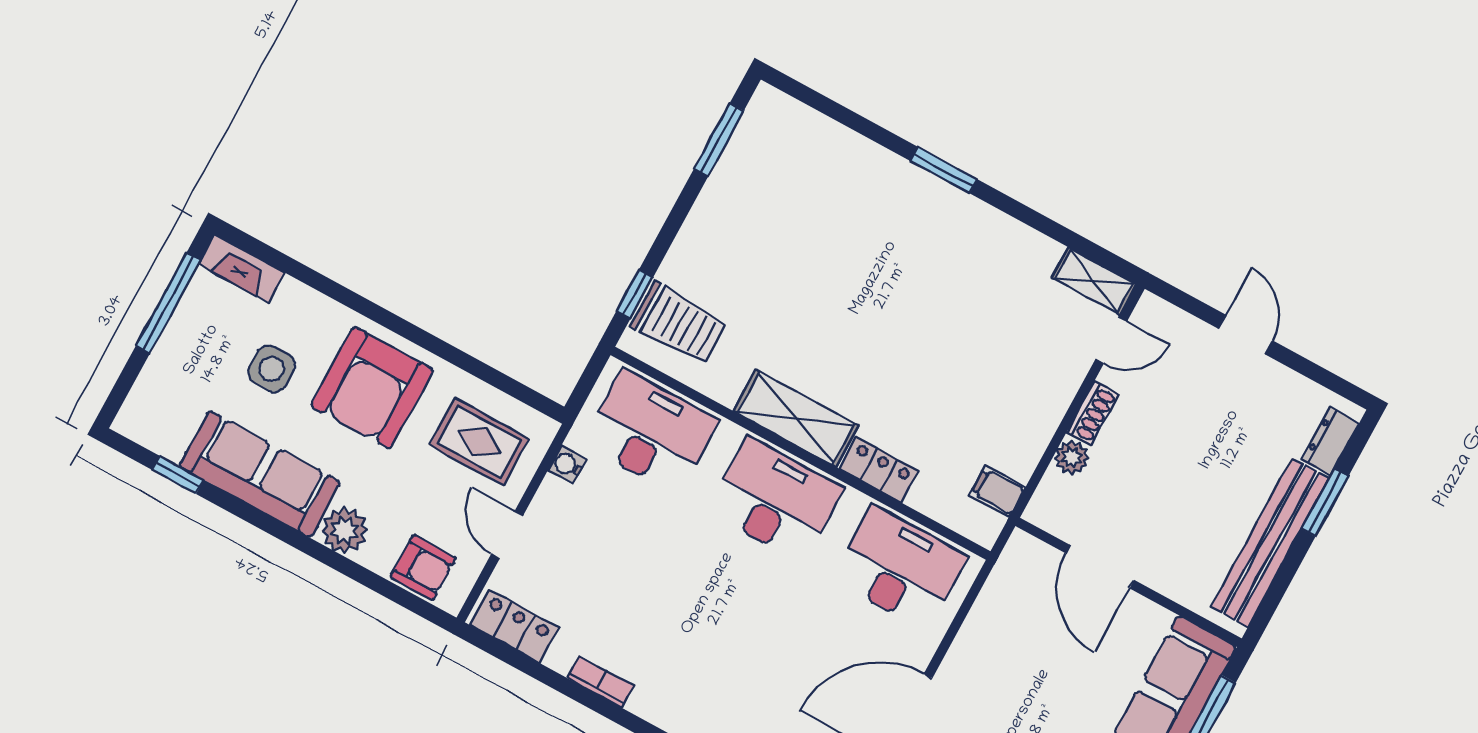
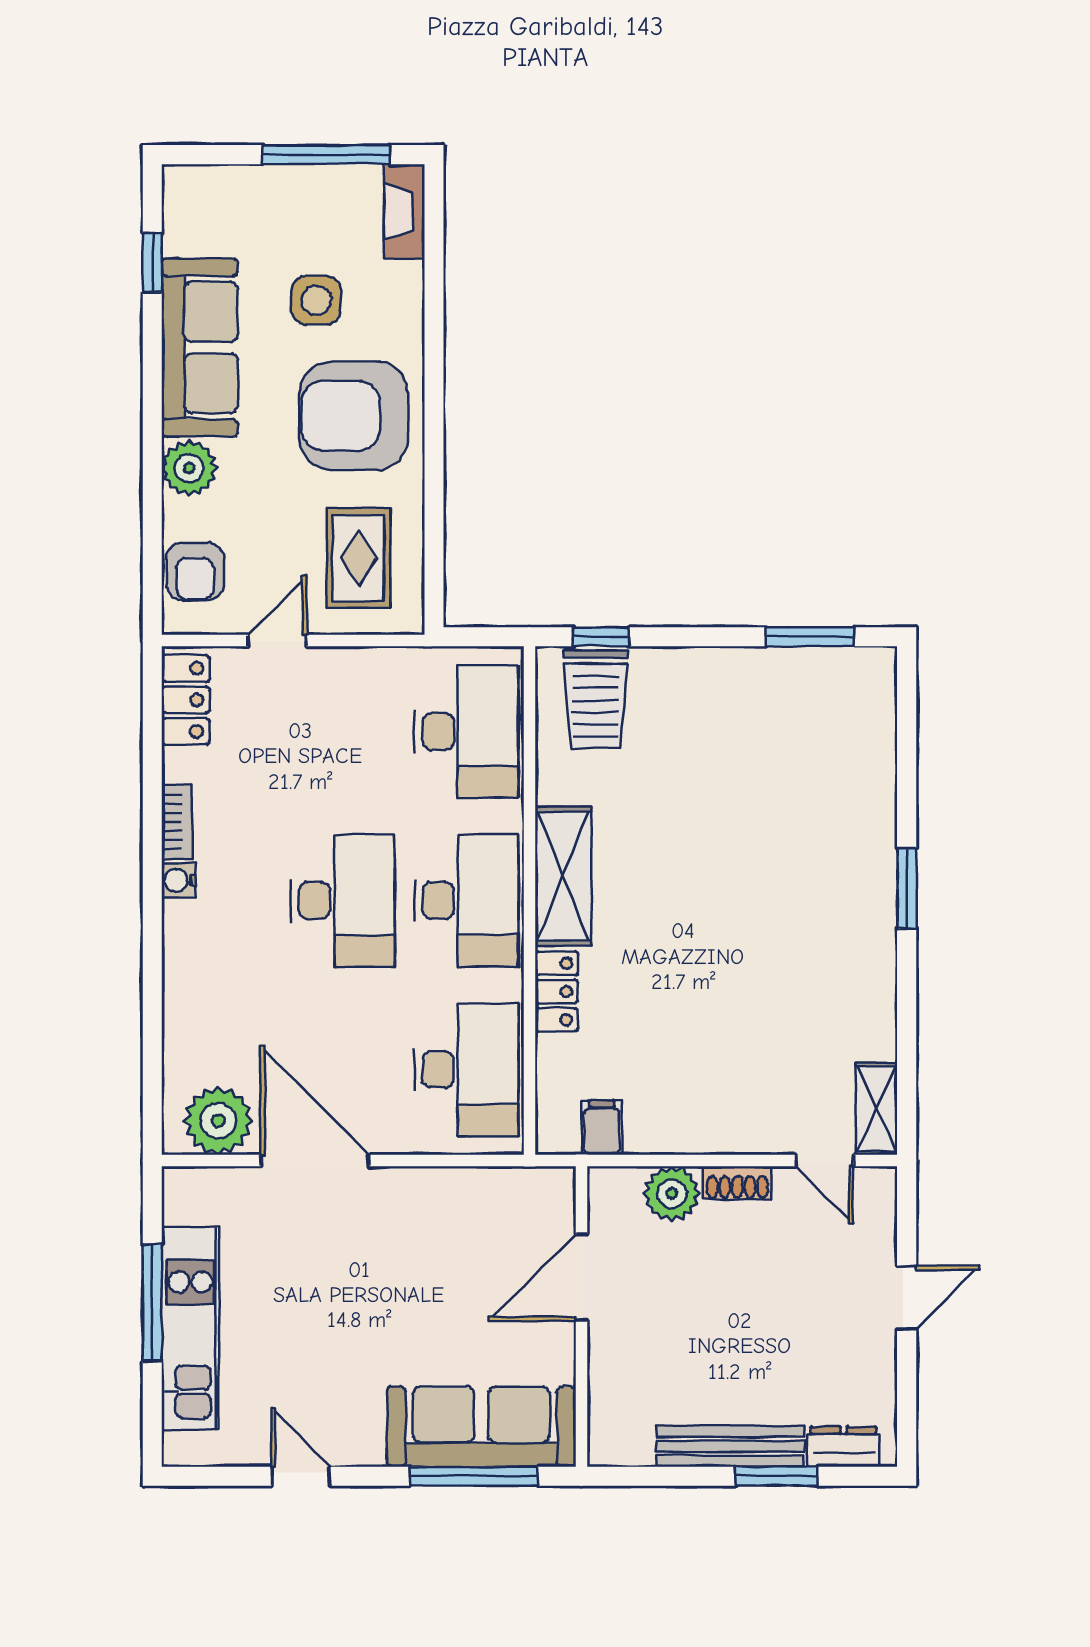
plant: (1072, 458) -> (672, 1194), width x1.38, depth x1.38
water cooler: (567, 465) -> (179, 880), moved, turned -90
bench: (1270, 543) -> (730, 1446), width x0.73, depth x0.82
desk: (725, 591) -> (343, 900), added

